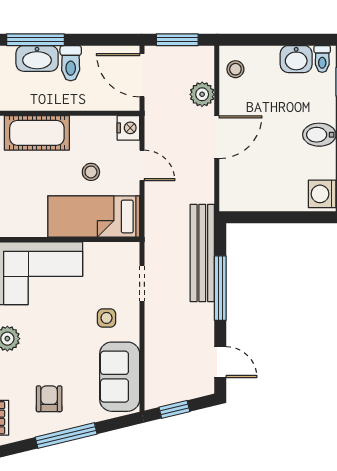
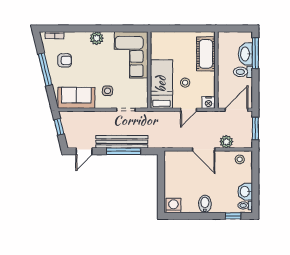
bench: (202, 253) -> (122, 142), moved

